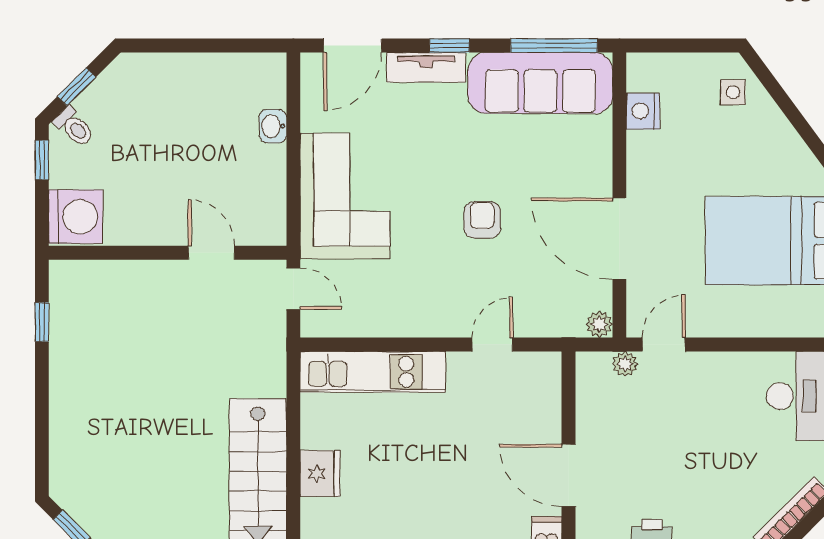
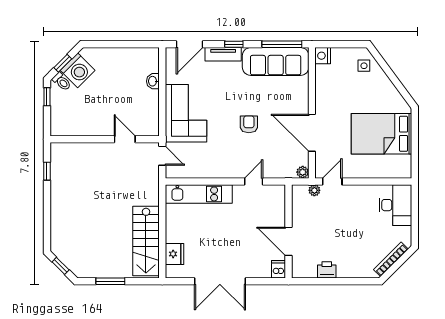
nightstand: (643, 111) -> (323, 56), moved
washing machine: (76, 217) -> (78, 70), moved, turned 45
fridge: (320, 474) -> (174, 254), moved

